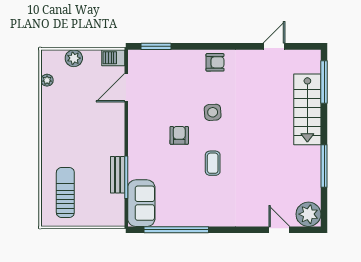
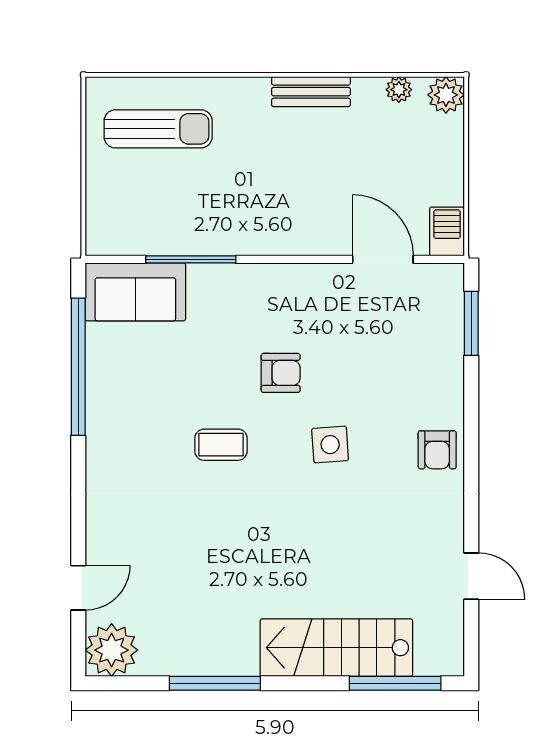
plant: (74, 58) -> (446, 95), moved
bench: (118, 175) -> (311, 92), moved

